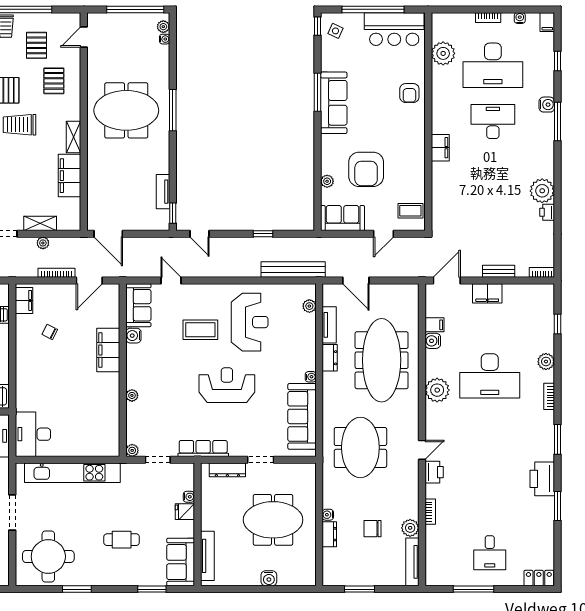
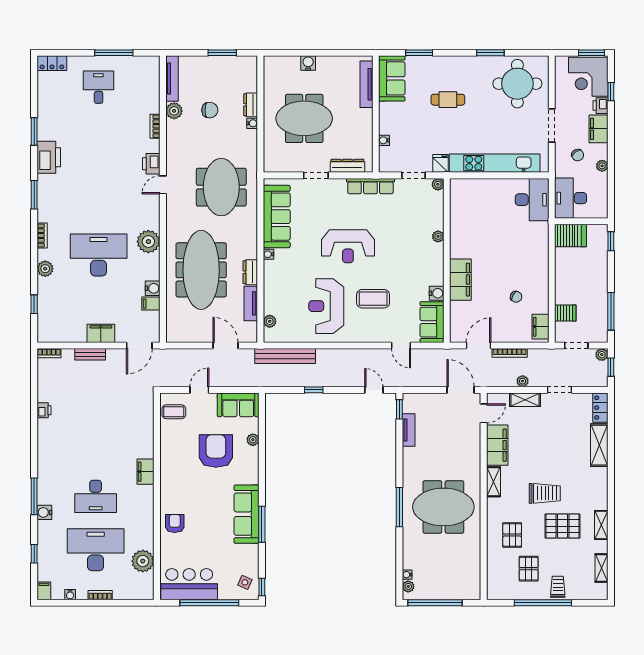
door: (84, 37) -> (484, 413), moved
plant: (542, 191) -> (49, 431), removed
fridge: (185, 512) -> (441, 163), moved, turned -90

